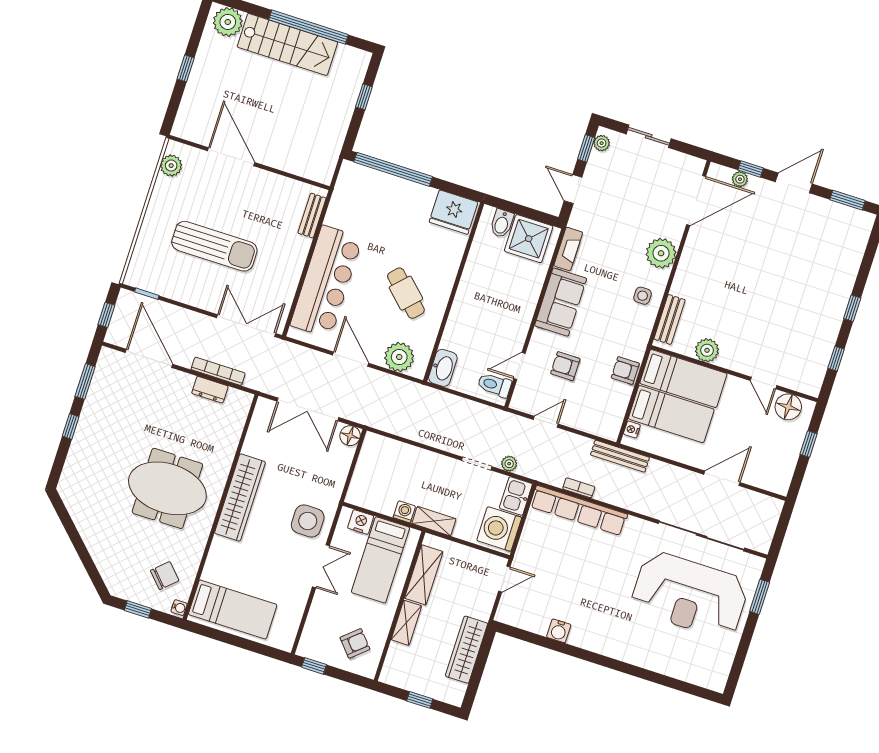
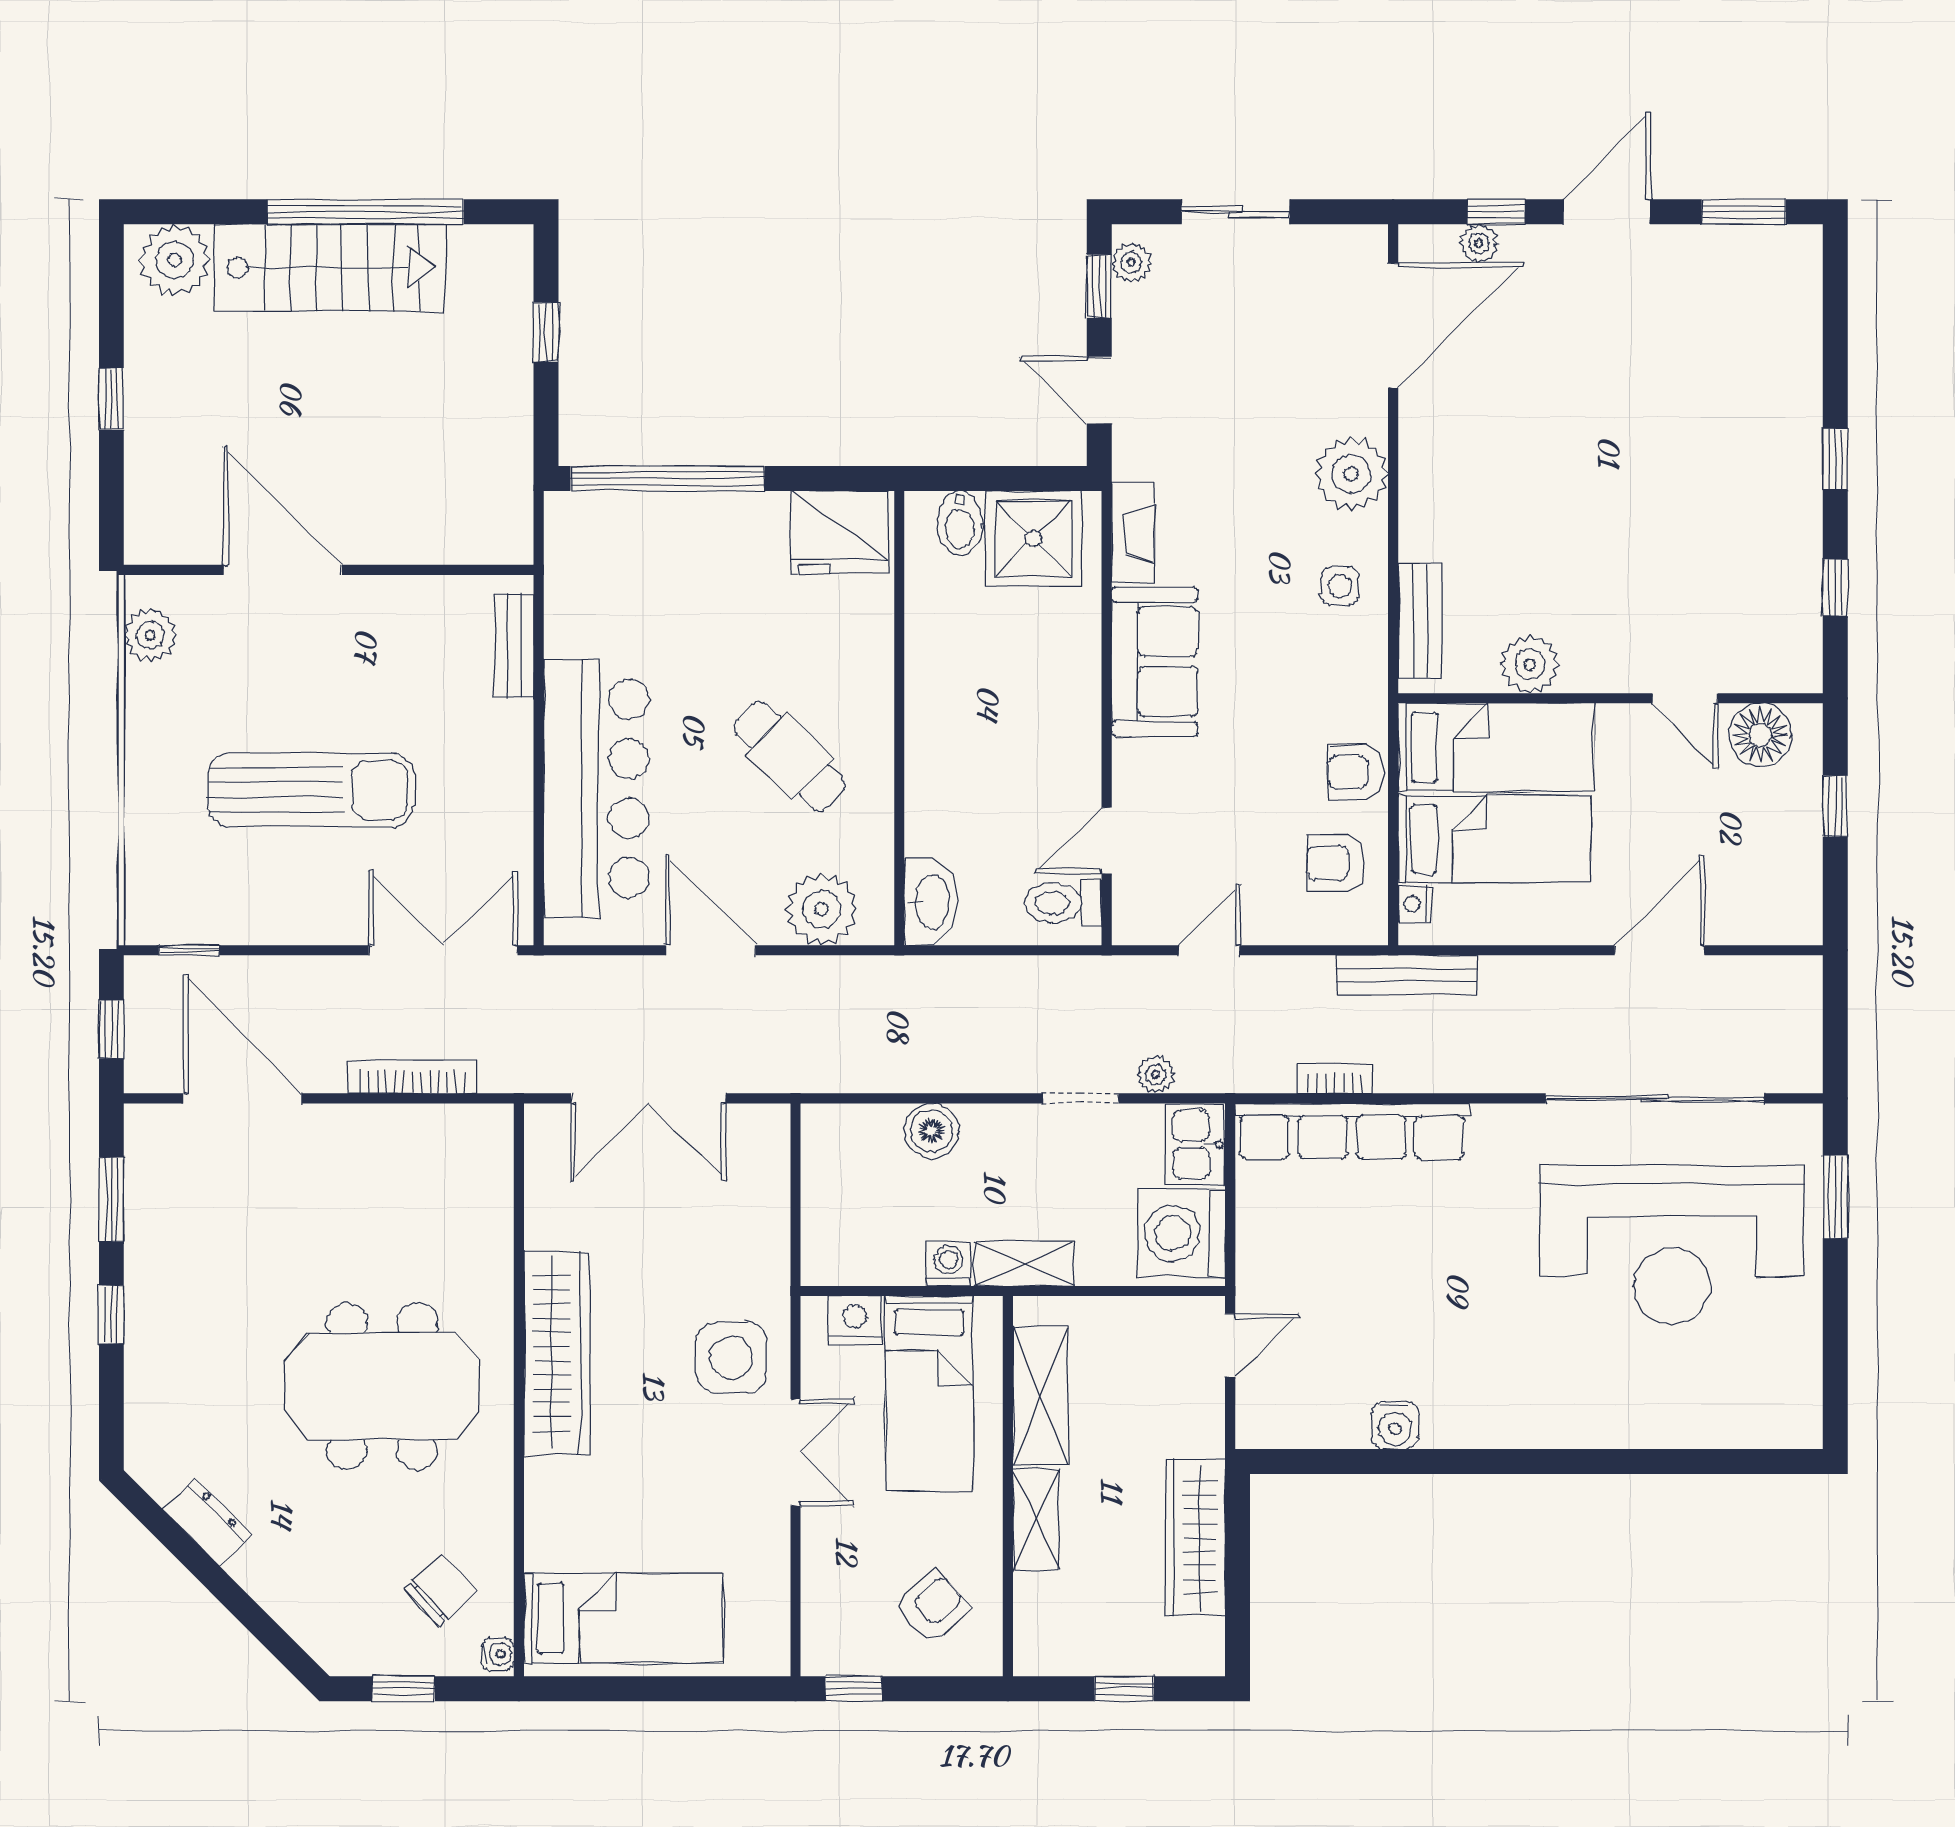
armchair: (565, 366) -> (1336, 863), moved
dresser: (210, 390) -> (207, 1522), moved, turned -135
floor lamp: (350, 436) -> (766, 1128), removed
boiler: (414, 458) -> (931, 1131), added

